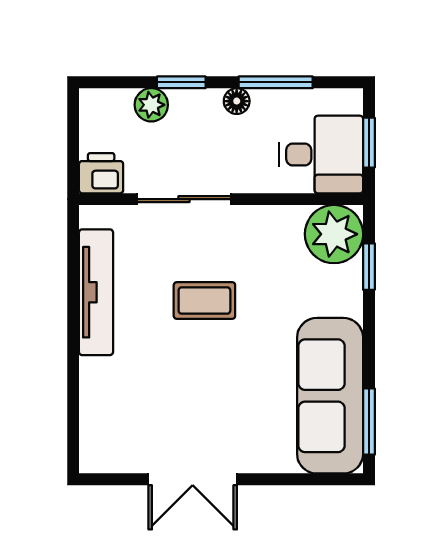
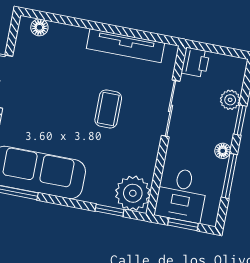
floor lamp: (93, 438) -> (39, 27), added

